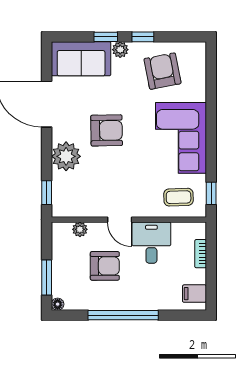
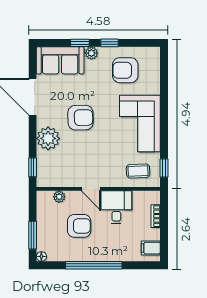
armchair: (162, 71) -> (125, 70), turned -79

